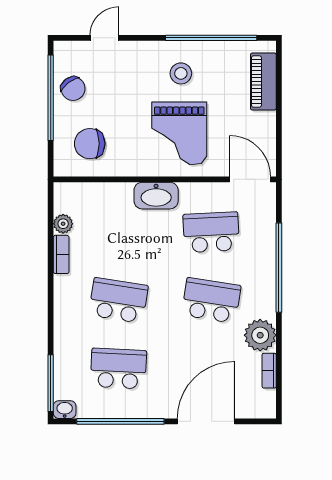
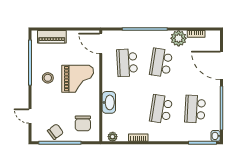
door: (250, 179) -> (101, 43), hinge flipped
washbasin: (156, 196) -> (109, 102), moved
plant: (63, 224) -> (113, 137), moved

